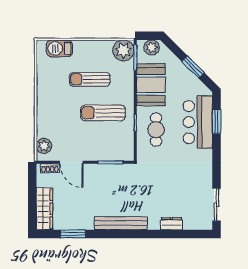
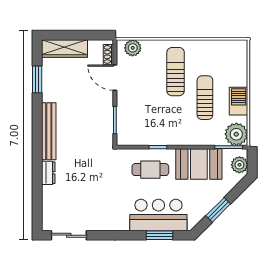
barbecue: (59, 48) -> (239, 101), moved
sun lounger: (103, 113) -> (176, 72), moved
door: (71, 162) -> (115, 78), hinge flipped
dresser: (171, 224) -> (48, 173), moved

